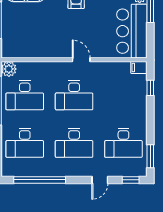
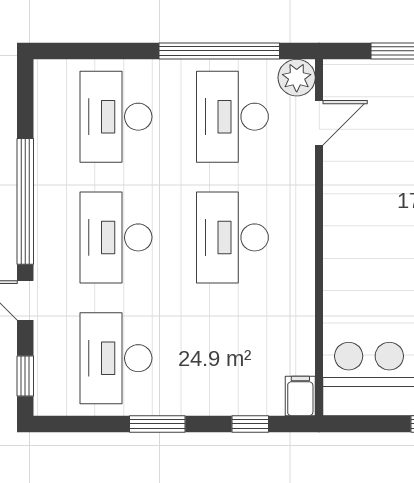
door: (81, 60) -> (319, 123), moved
window: (150, 156) -> (157, 424), moved
window: (40, 180) -> (25, 201), moved

